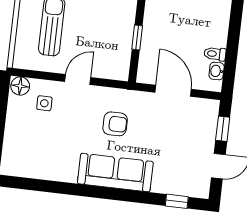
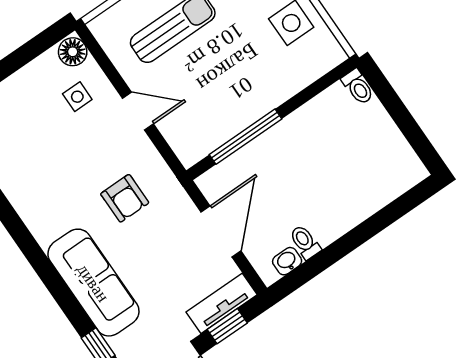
window: (137, 37) -> (246, 137), width x2.17
tv unit: (209, 122) -> (222, 303), added
sofa: (115, 173) -> (93, 283), moved

